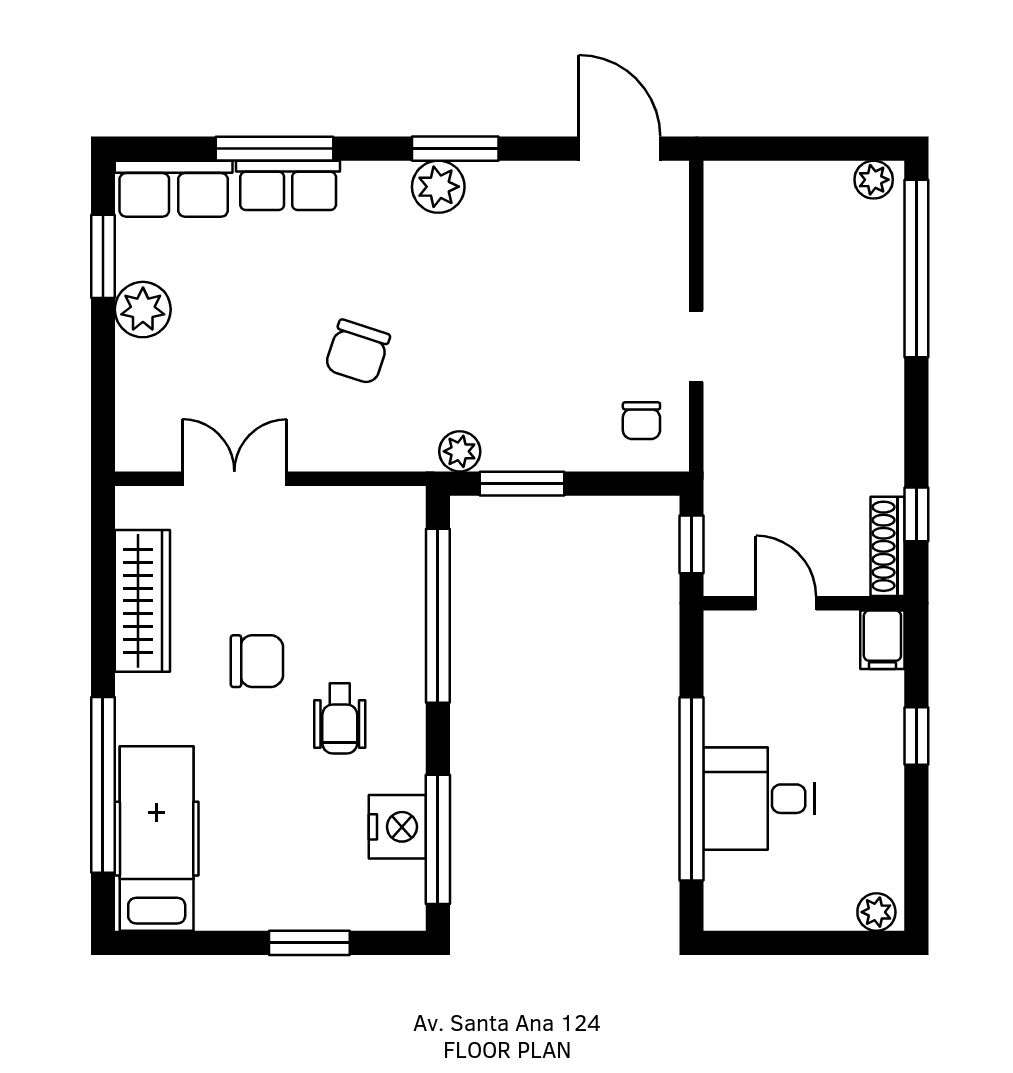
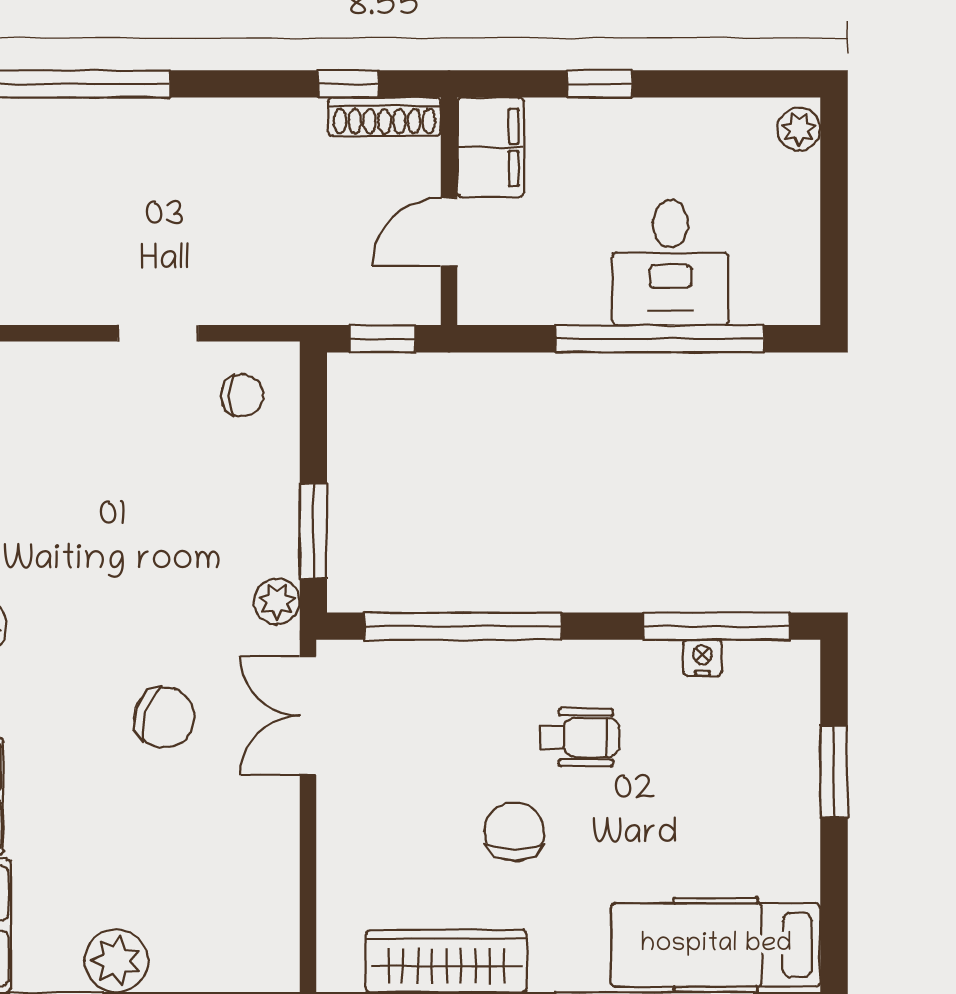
double door: (234, 479) -> (308, 716), moved
filing cabinet: (882, 640) -> (490, 147), width x2.00
nightstand: (397, 827) -> (702, 658), width x0.53, depth x0.56

